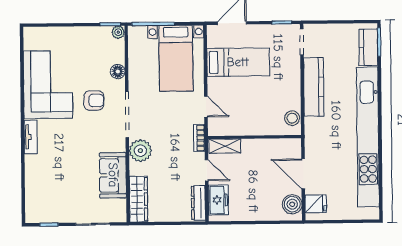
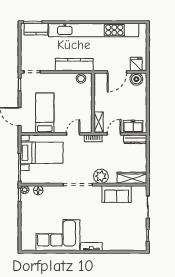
floor lamp: (118, 72) -> (38, 190), moved
kitchen counter: (314, 87) -> (74, 65), moved
armchair: (94, 100) -> (68, 206), removed

